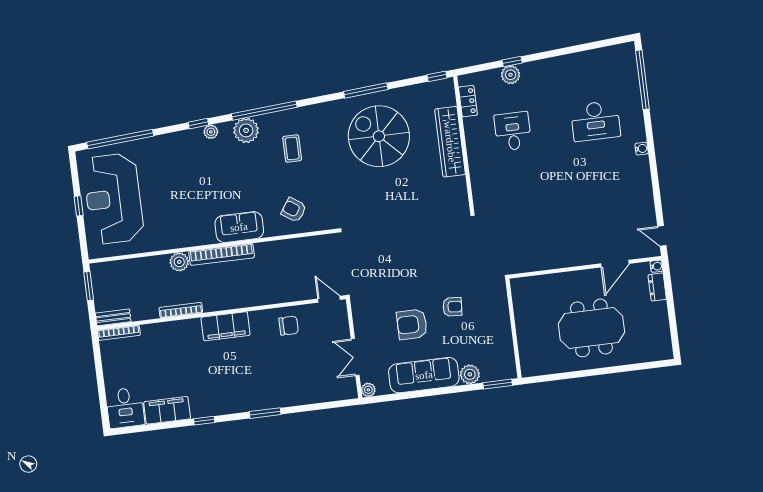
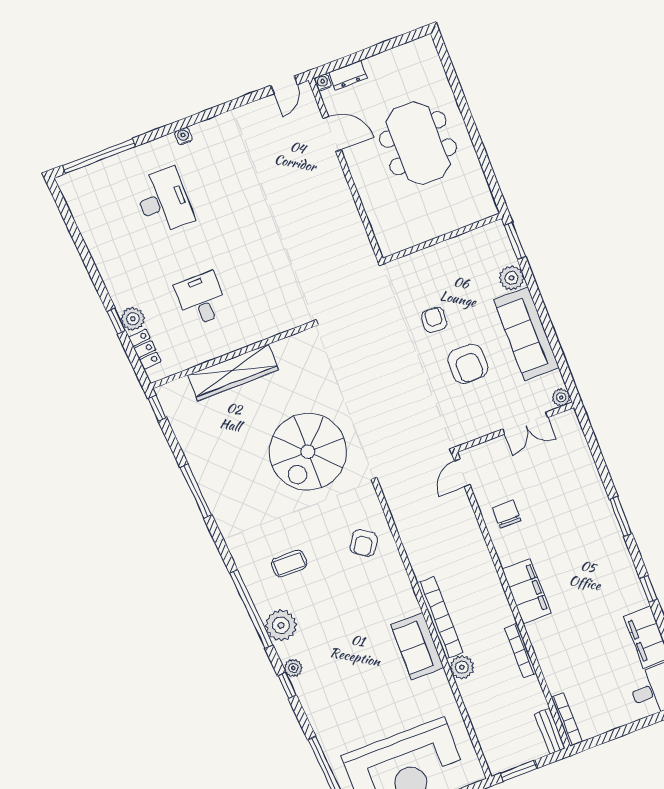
locker: (468, 101) -> (145, 349), moved, turned 86
desk: (513, 131) -> (201, 299), turned 90
spiral stairs: (379, 136) -> (308, 452), moved
sofa: (239, 227) -> (417, 646), moved

